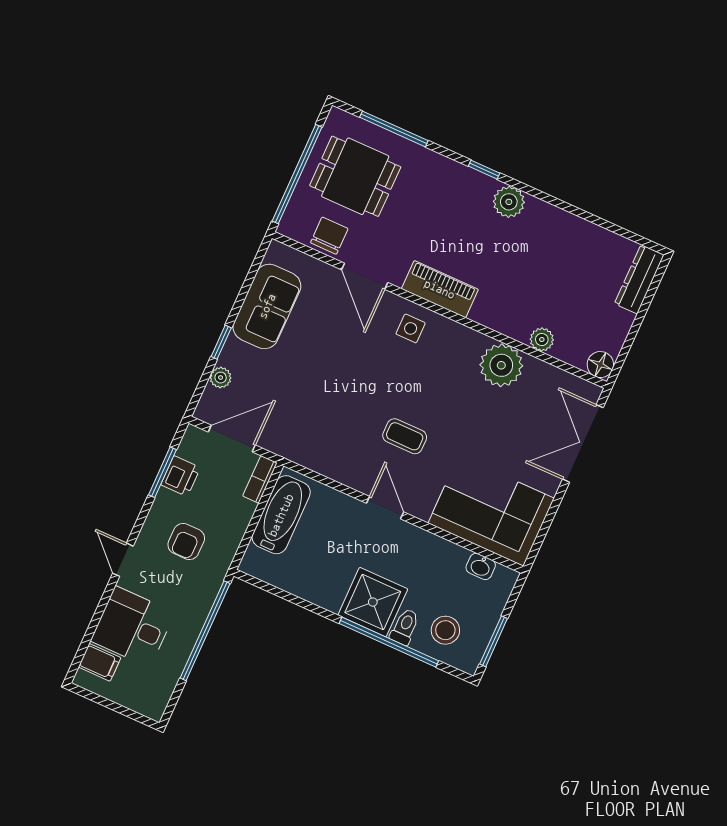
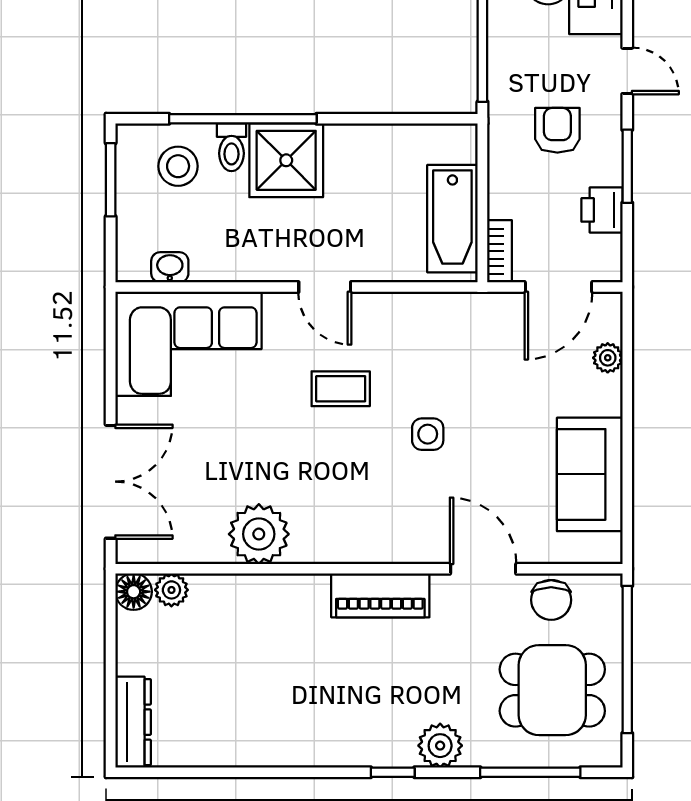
plant: (509, 202) -> (440, 746), moved
side table: (411, 328) -> (428, 434), moved
plant: (542, 339) -> (171, 590), moved
window: (221, 342) -> (627, 403), removed
window: (162, 472) -> (627, 166), moved

